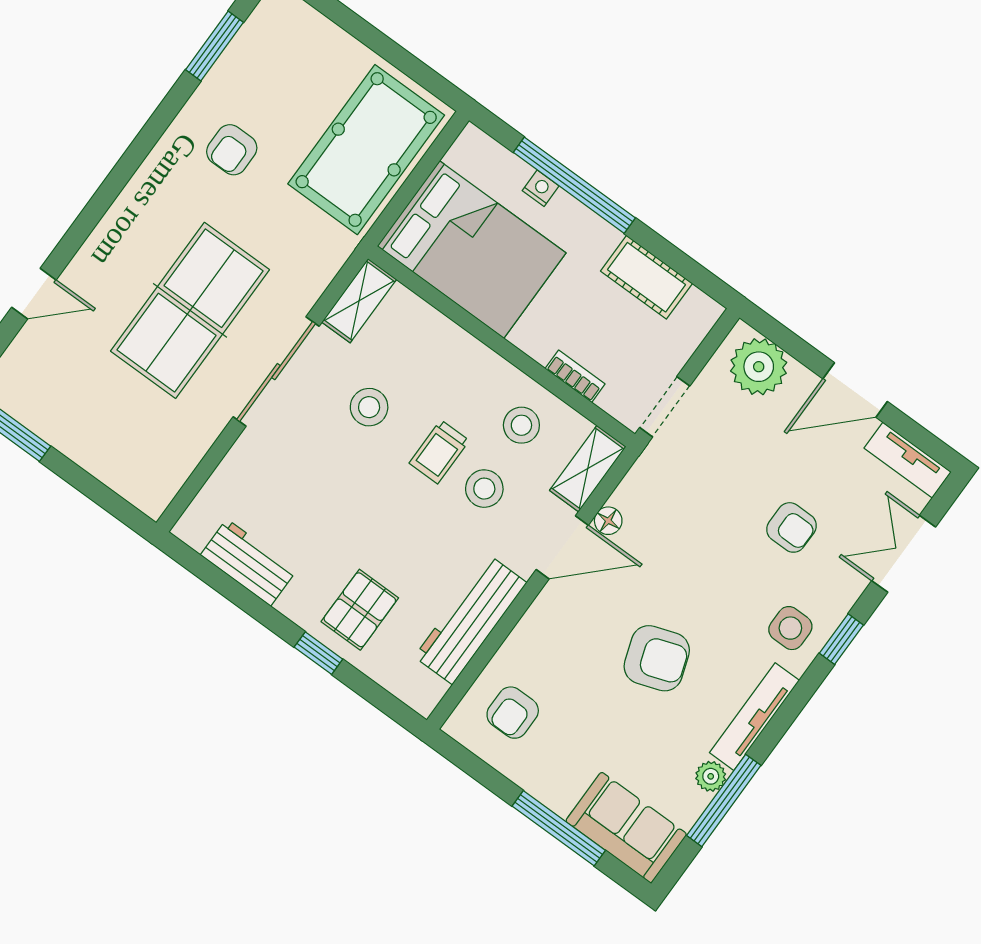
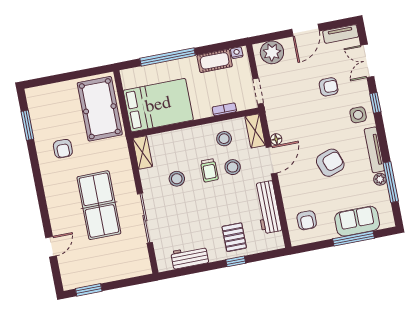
nightstand: (541, 188) -> (237, 53), moved
sliding door: (276, 372) -> (145, 218), moved
sofa: (626, 828) -> (357, 221), moved

